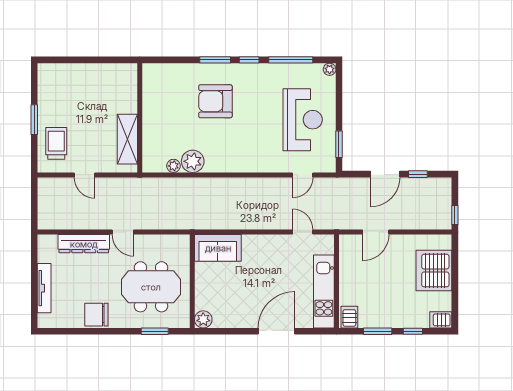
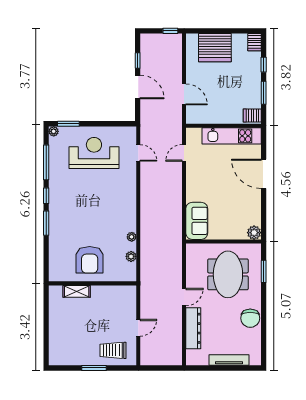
armchair: (215, 101) -> (90, 260), moved
shelving: (127, 139) -> (77, 291), moved, width x0.67, depth x0.75
window: (339, 144) -> (68, 124), moved
plant: (193, 161) -> (132, 237), width x0.53, depth x0.53

